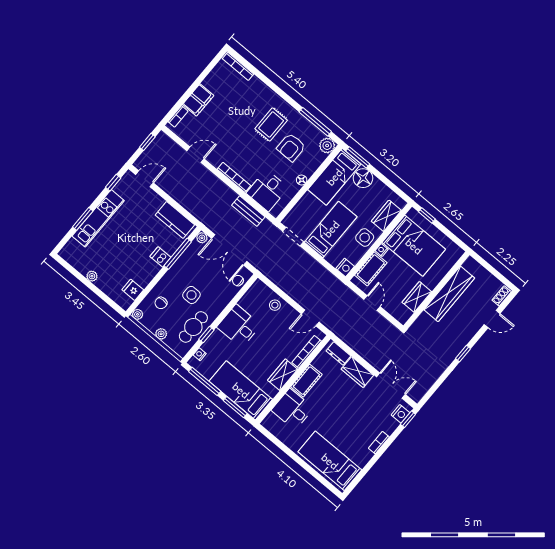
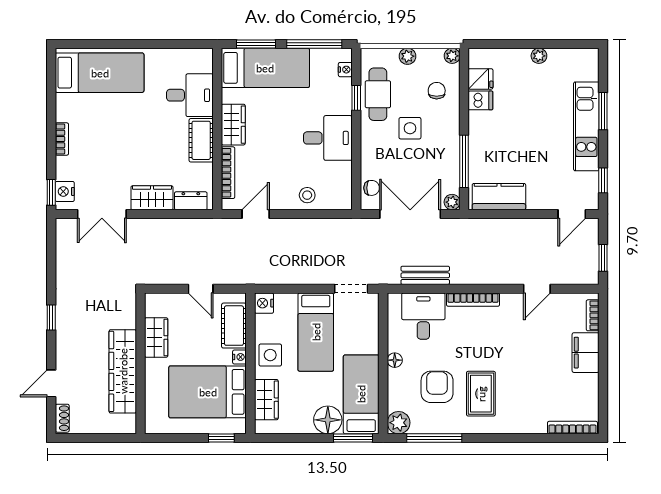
dishwasher: (160, 257) -> (480, 100), moved

